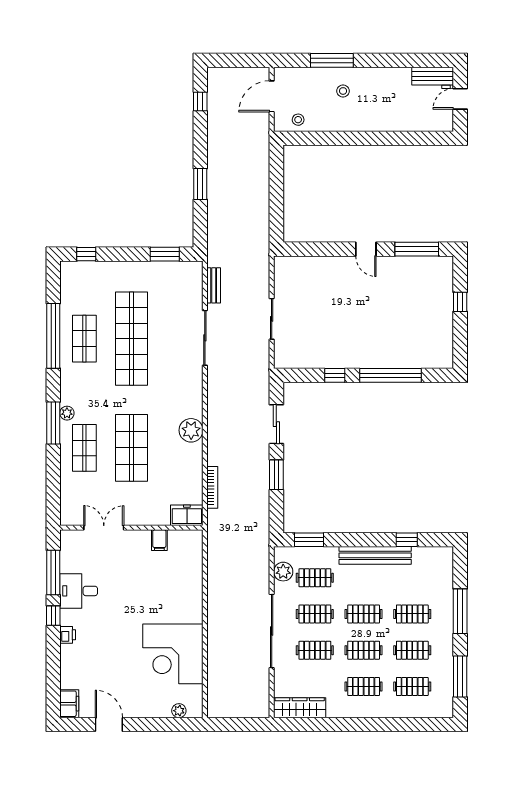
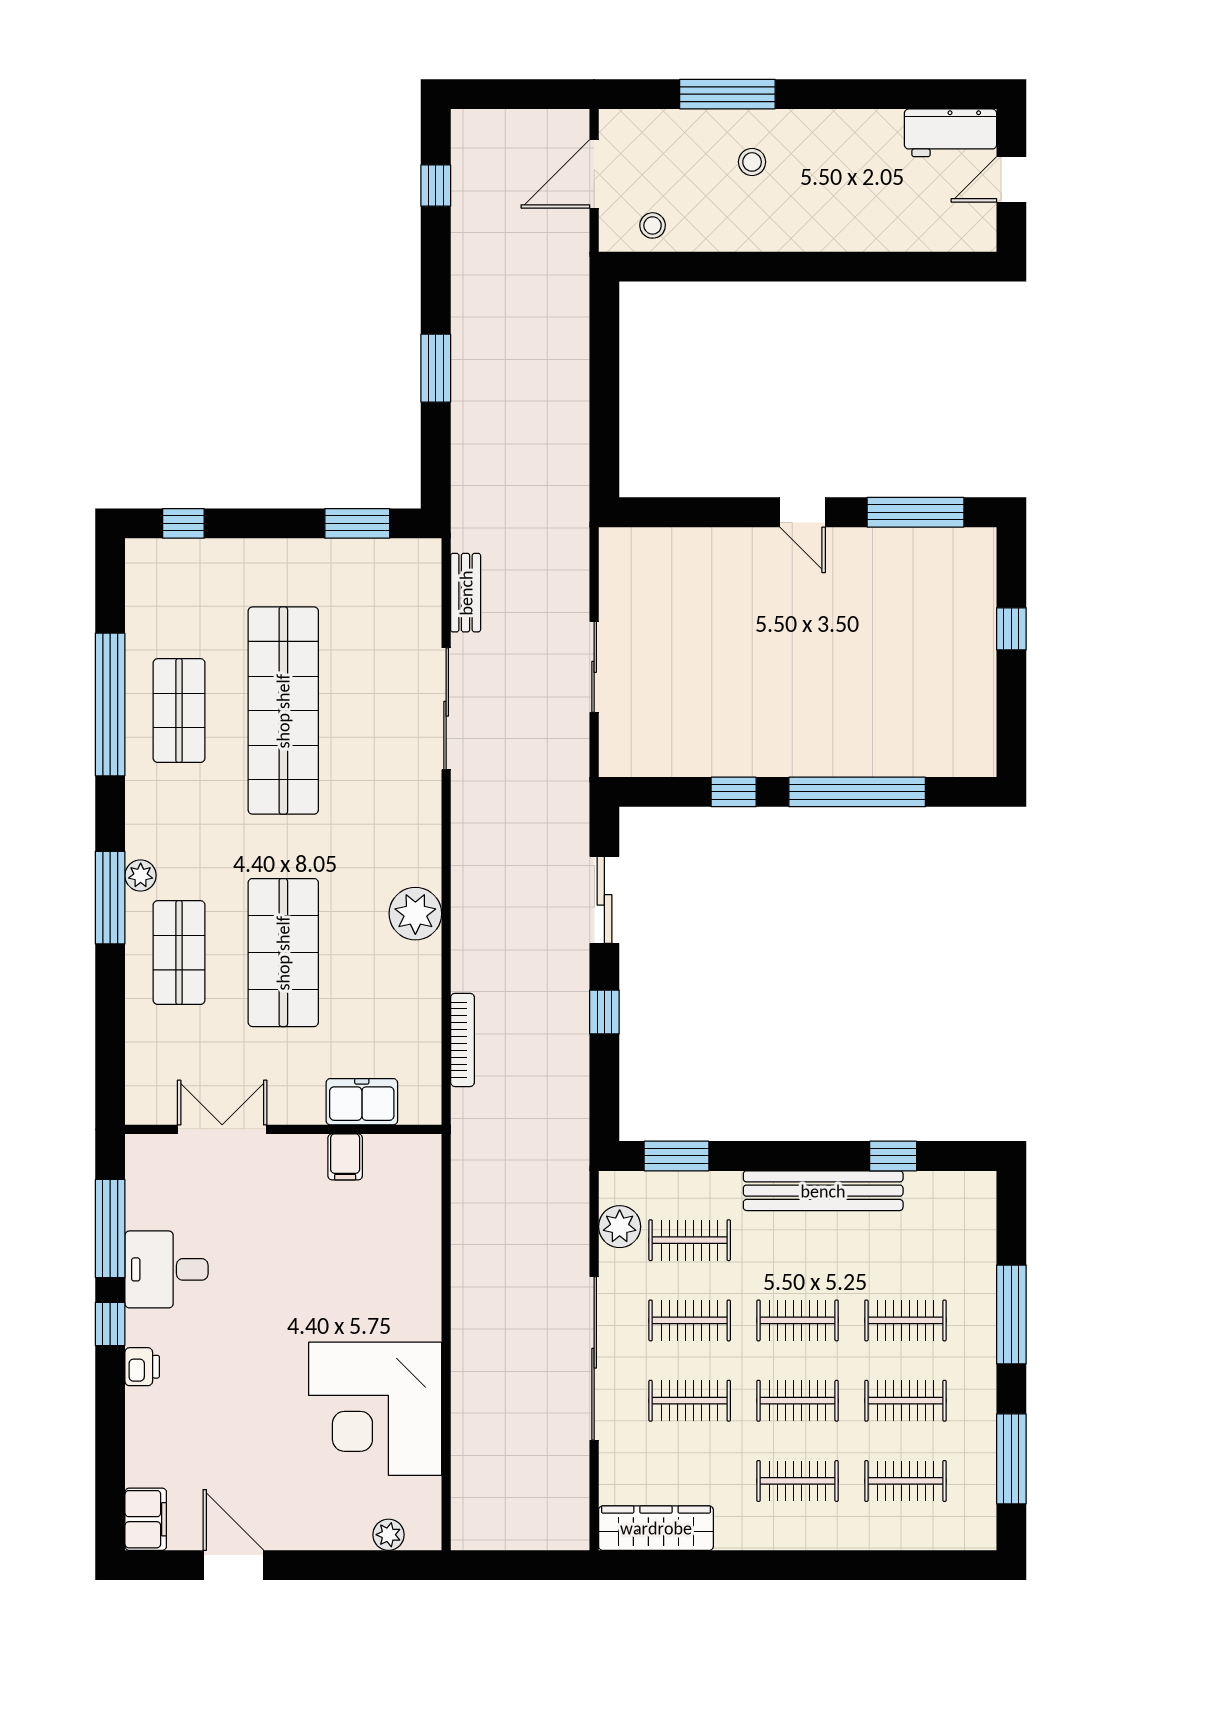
window: (276, 475) -> (604, 1012), width x0.67
freezer: (187, 515) -> (362, 1102), moved

